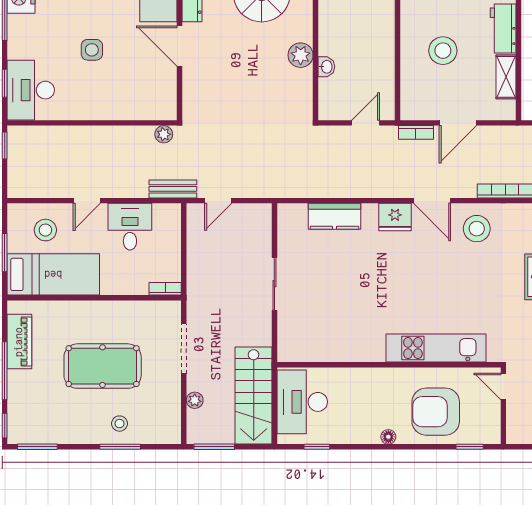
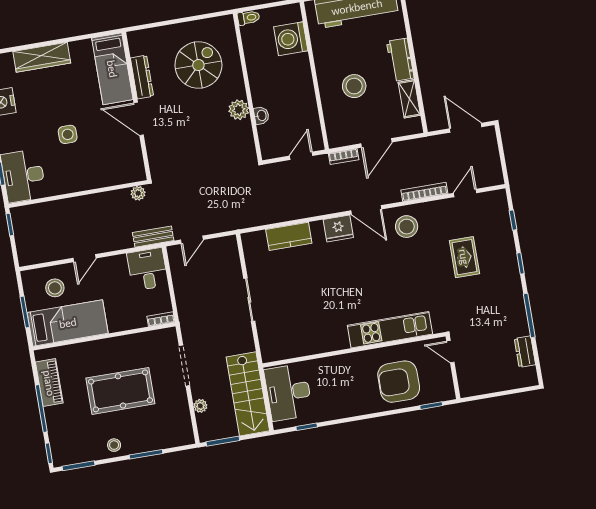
desk: (130, 227) -> (147, 269), moved
stool: (120, 424) -> (114, 445), moved
floor lamp: (388, 437) -> (363, 409), removed

